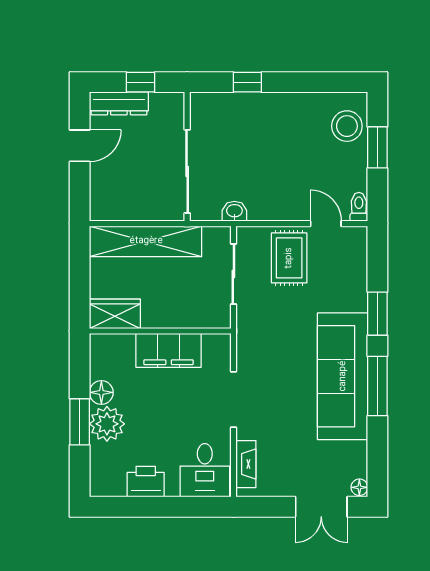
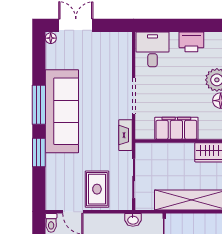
fireplace: (246, 464) -> (125, 135), moved

